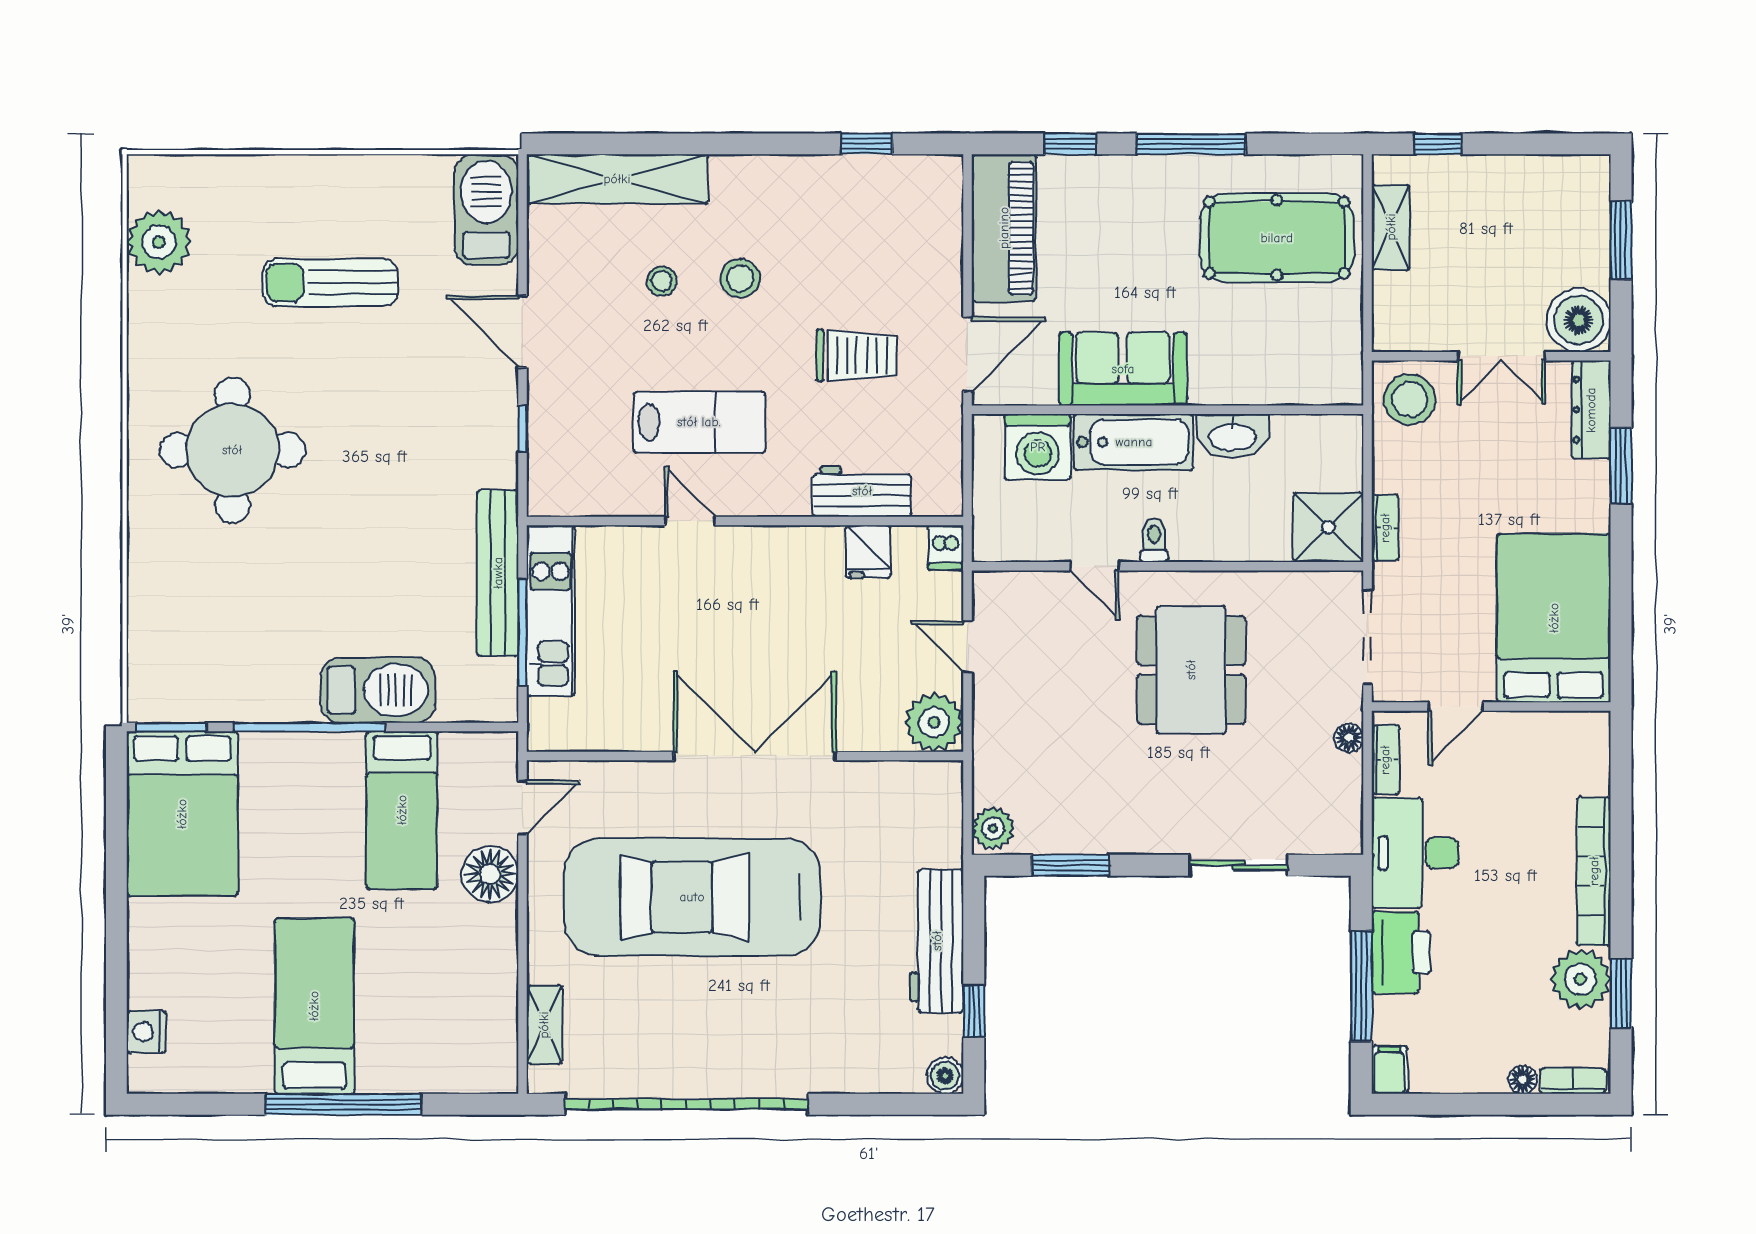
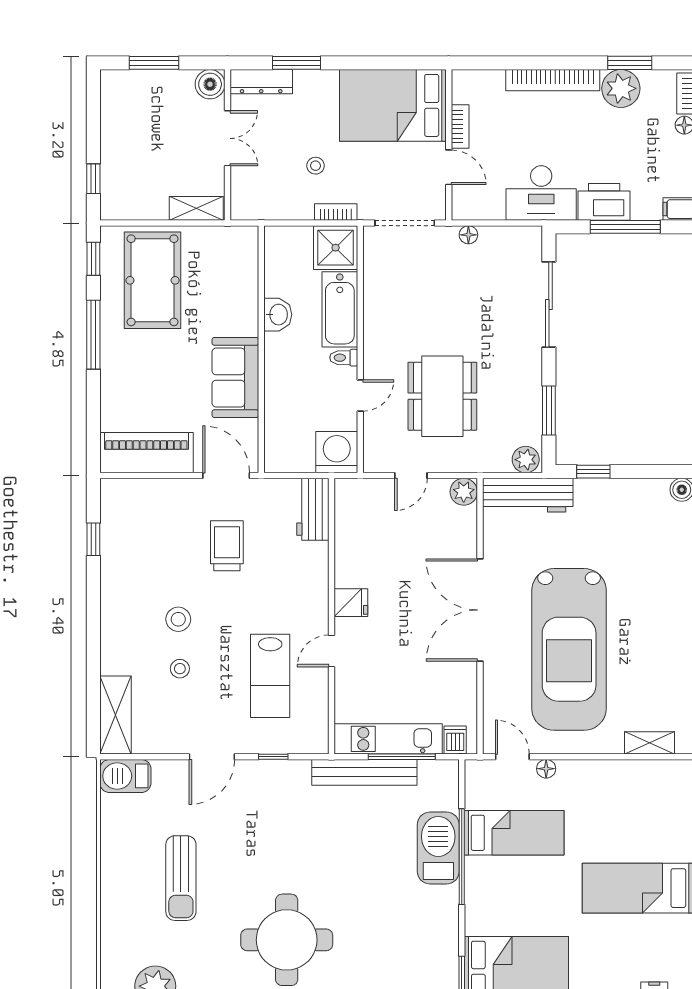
window: (1070, 144) -> (93, 259), moved
shelving: (617, 179) -> (115, 715), width x0.68
barbecue: (486, 210) -> (125, 776), width x0.73, depth x0.83
shelving: (1391, 227) -> (196, 208), moved
boiler: (1579, 320) -> (210, 84), width x0.73, depth x0.73
stool: (1410, 399) -> (316, 166), moved, width x0.53, depth x0.53
lab bench: (699, 422) -> (270, 676), moved, turned 180
washbasin: (1232, 436) -> (278, 315), width x0.72
bathtub: (1134, 442) -> (340, 309), moved, turned 180
washing machine: (1038, 447) -> (337, 452), moved, turned -90
workbench: (862, 491) -> (313, 509), moved
dishwasher: (945, 548) -> (455, 740), moved, turned -90
fridge: (868, 552) -> (351, 603), moved
dining table: (1191, 670) -> (442, 396), moved, turned 90
plant: (934, 722) -> (464, 492), width x0.73, depth x0.73
window: (310, 727) -> (462, 857), moved
bookcase: (1385, 760) -> (460, 127), moved, turned 90
sliding door: (1238, 865) -> (549, 305), width x1.37
floor lamp: (490, 874) -> (546, 769), width x0.53, depth x0.53
workbench: (937, 941) -> (528, 495), moved
window: (974, 1011) -> (593, 472), moved

